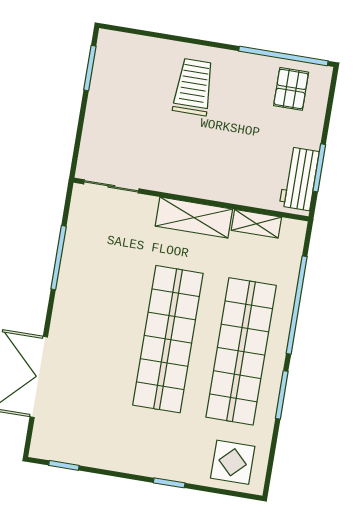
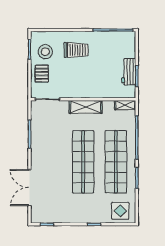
stool: (124, 79) -> (45, 52), added
trolley: (193, 87) -> (76, 50), turned 90
pallet: (291, 89) -> (42, 74), moved
workbench: (299, 179) -> (129, 72), moved
shelving: (256, 224) -> (125, 105), moved

